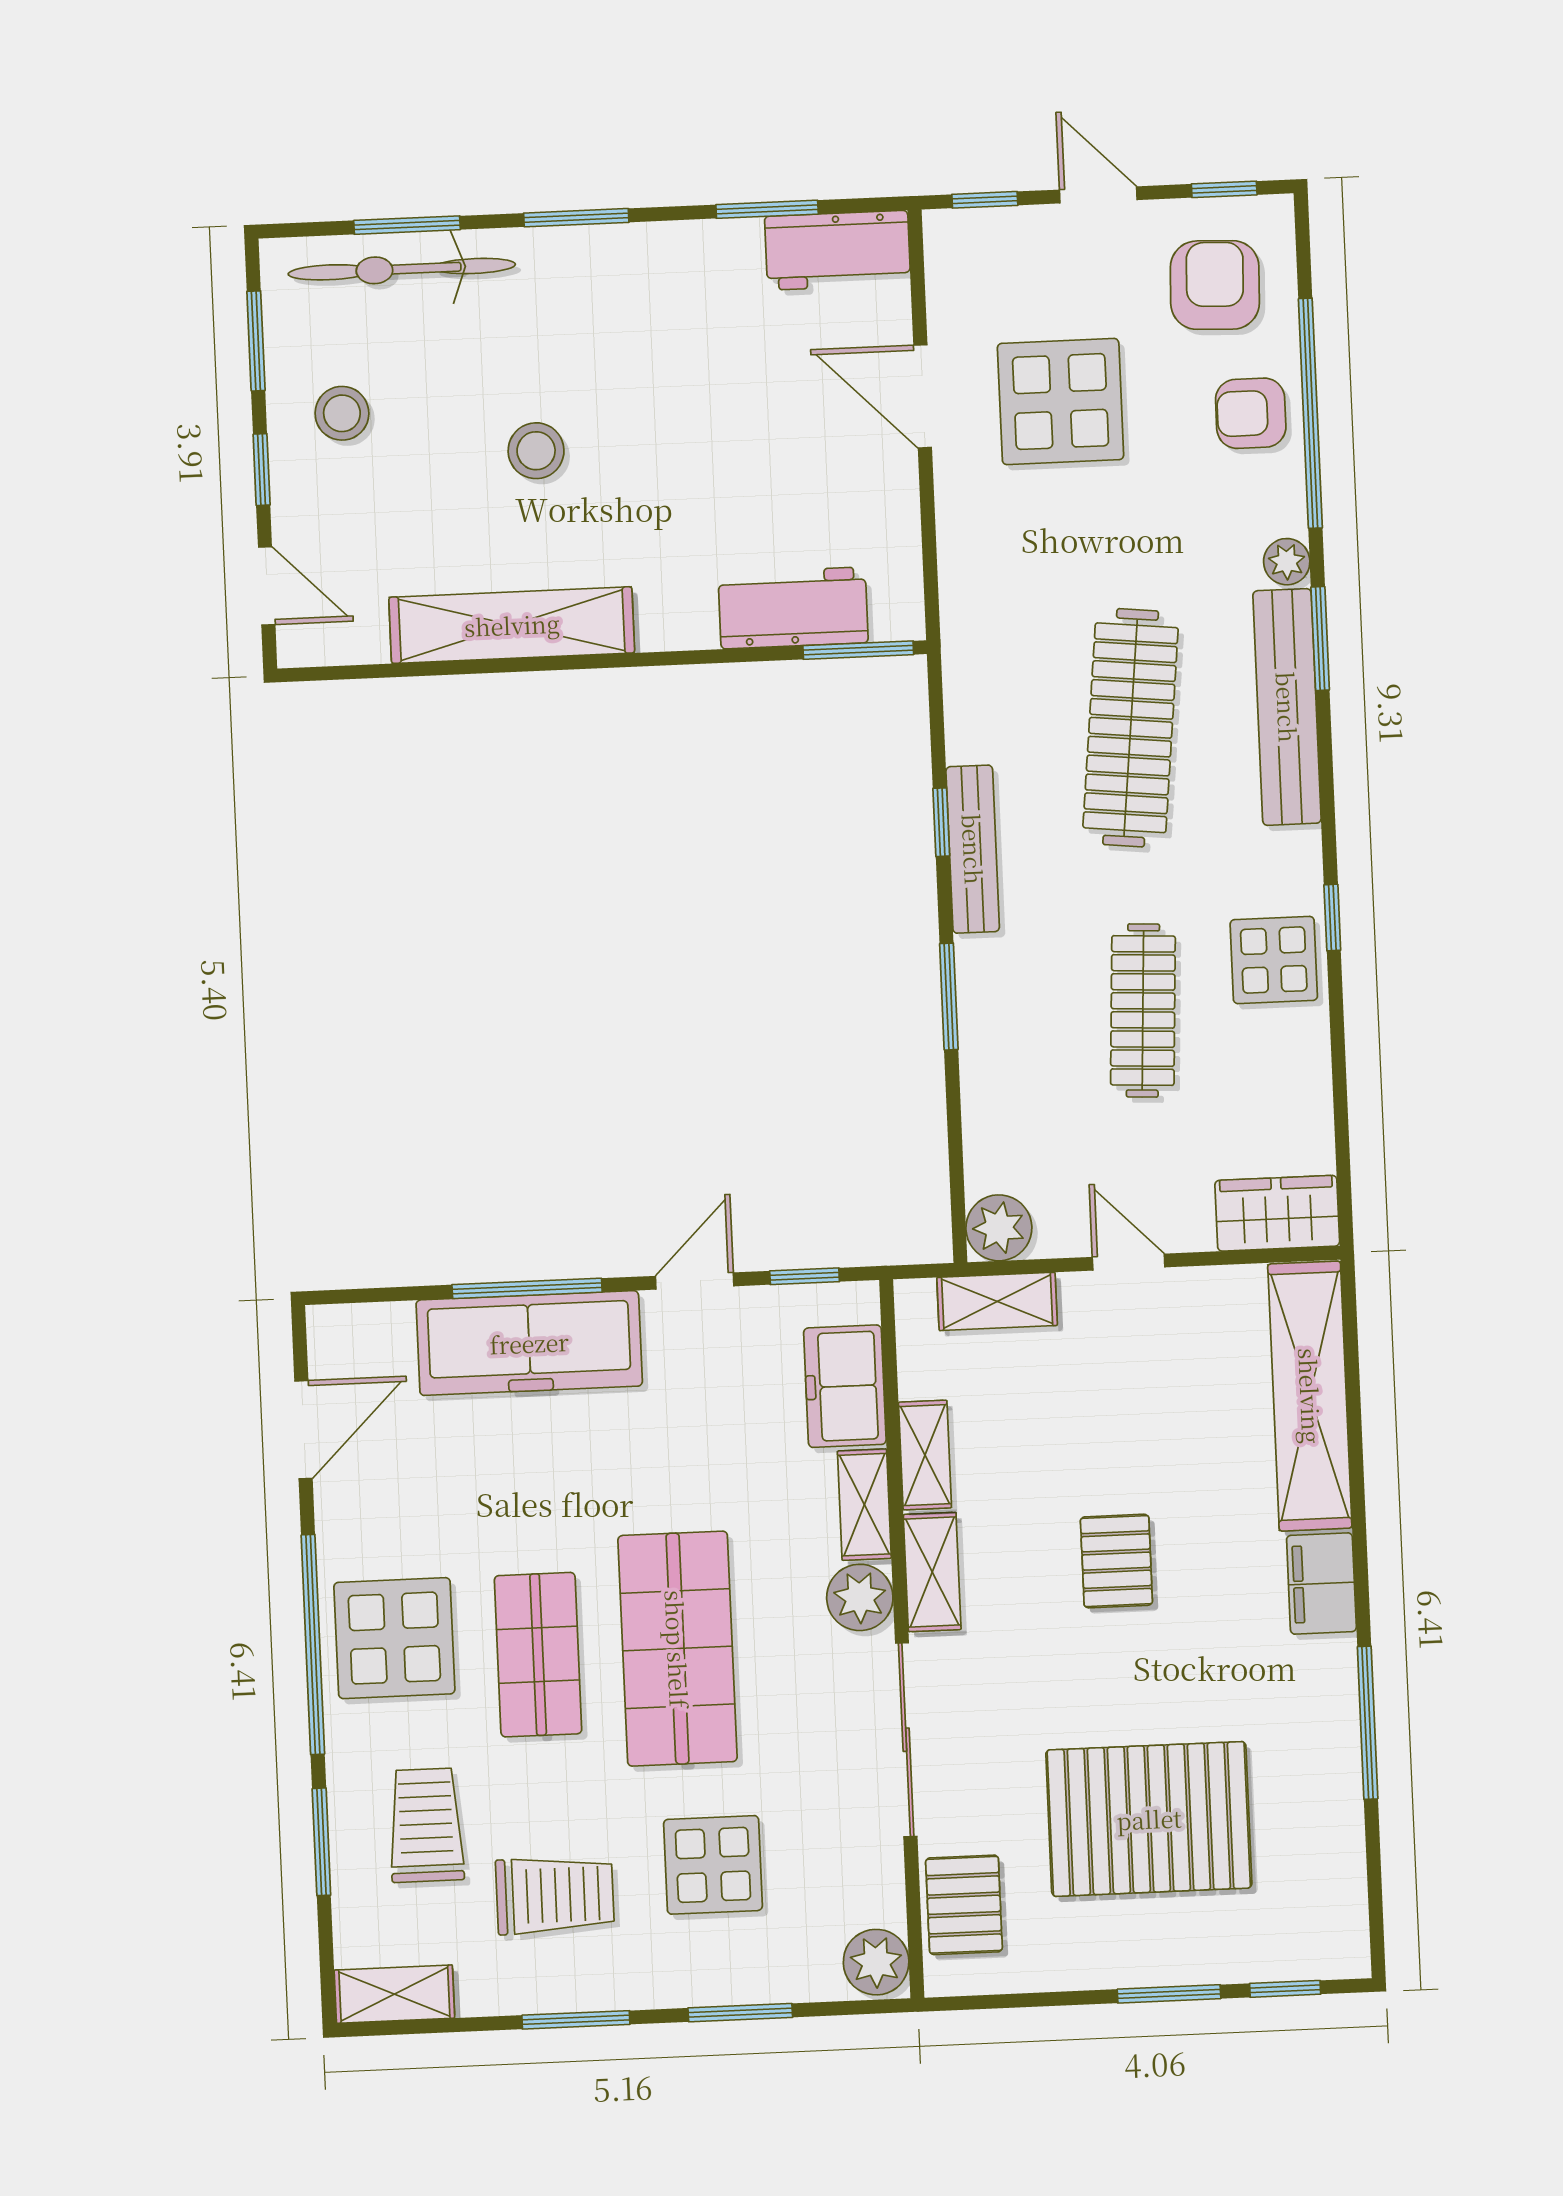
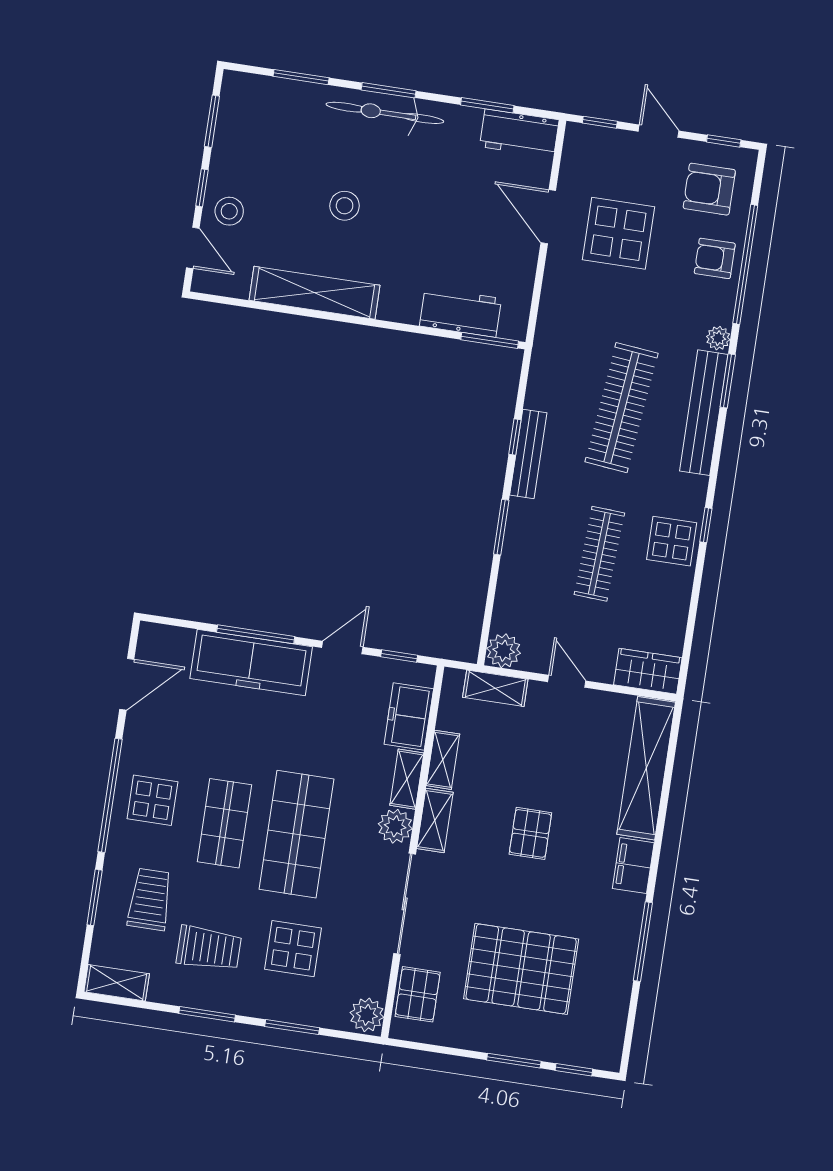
bicycle: (402, 269) -> (385, 113), moved
armchair: (1215, 285) -> (709, 189), turned -92
stool: (342, 413) -> (229, 211), moved
display table: (394, 1638) -> (152, 800), width x0.73, depth x0.73

